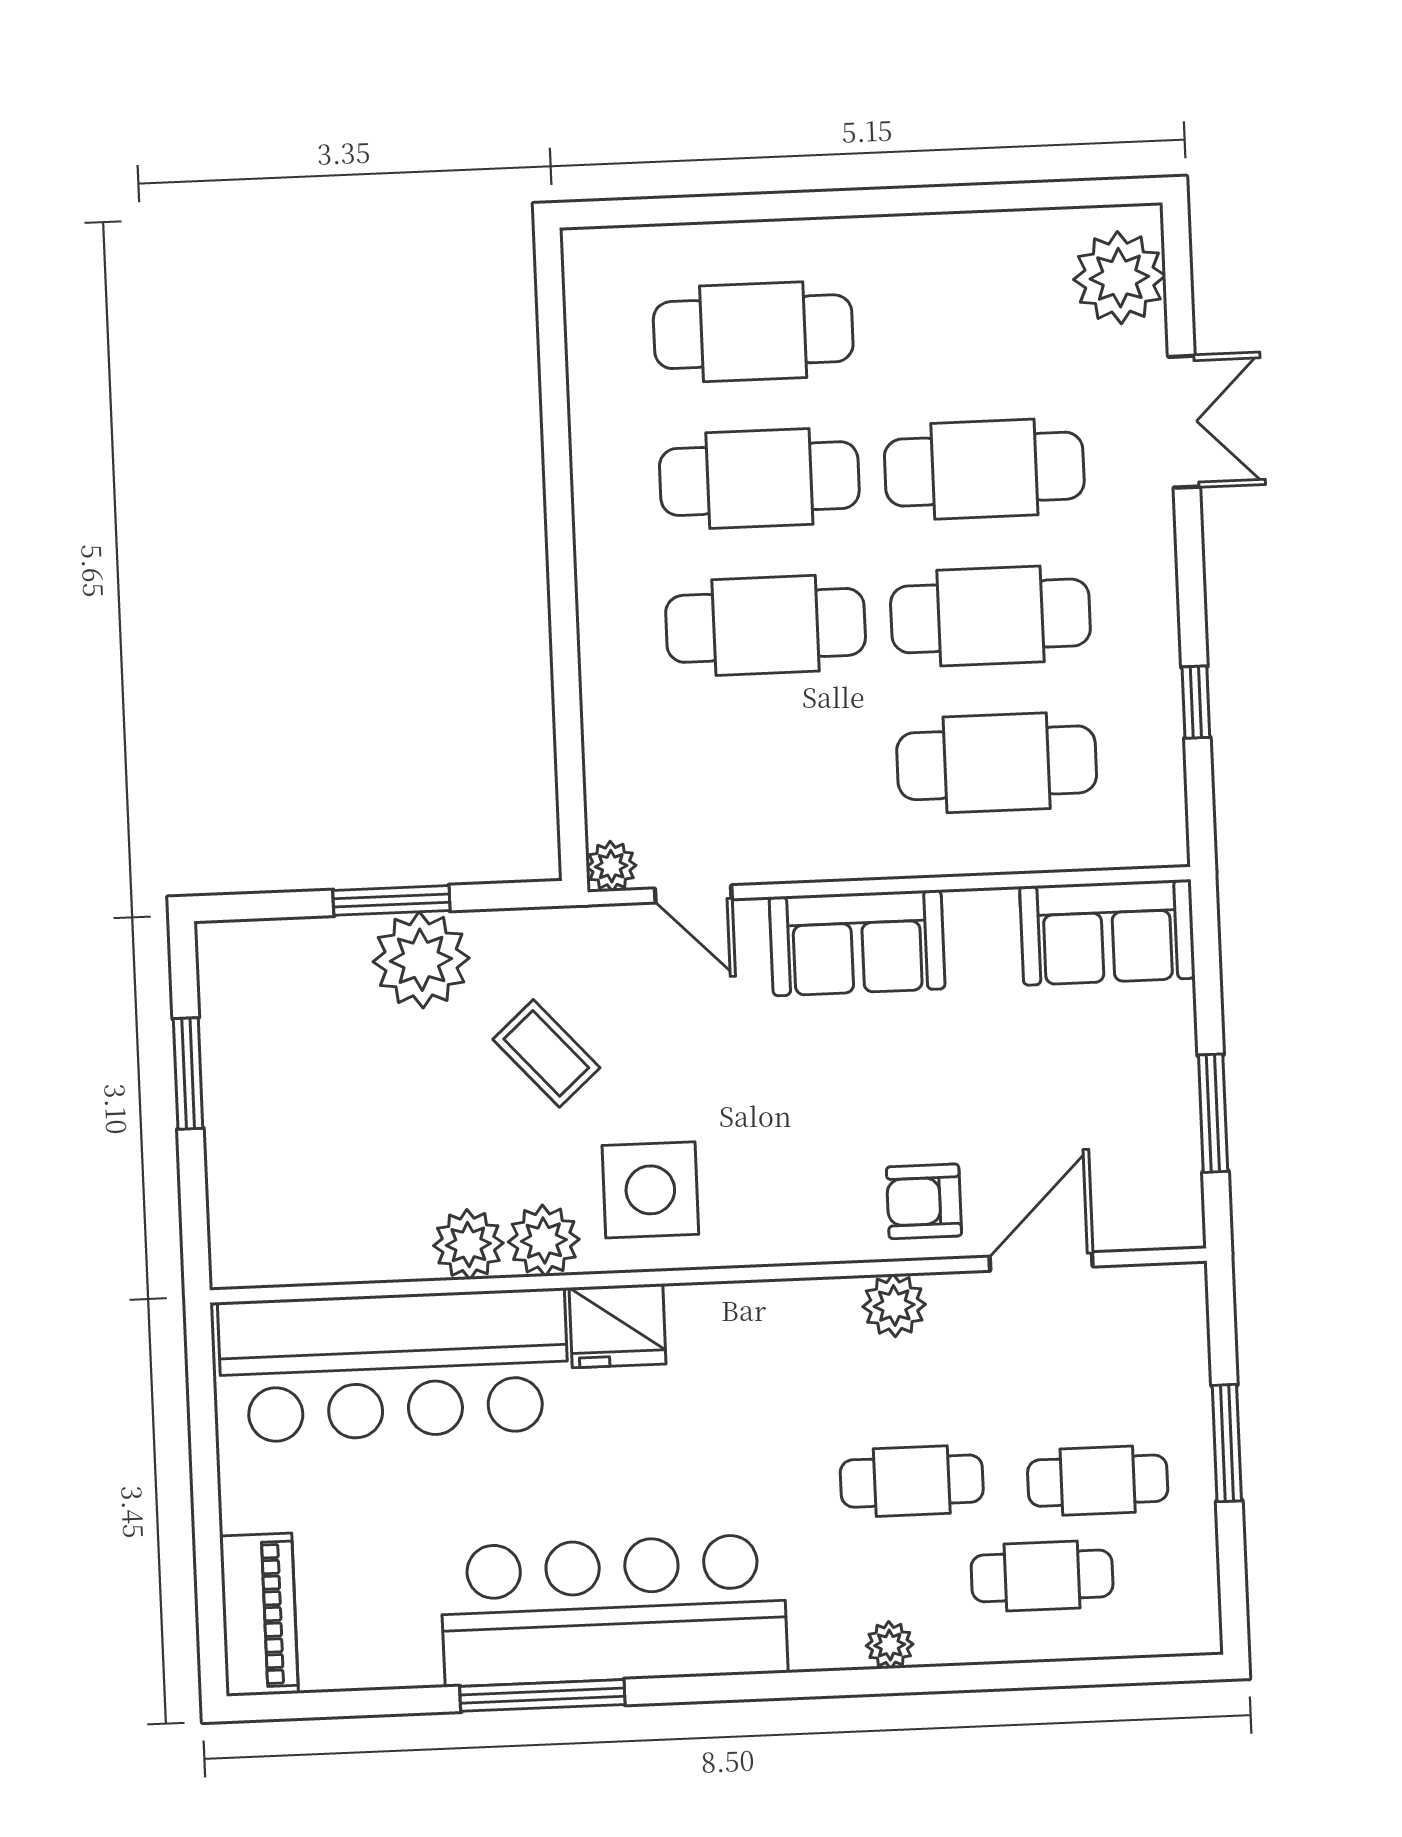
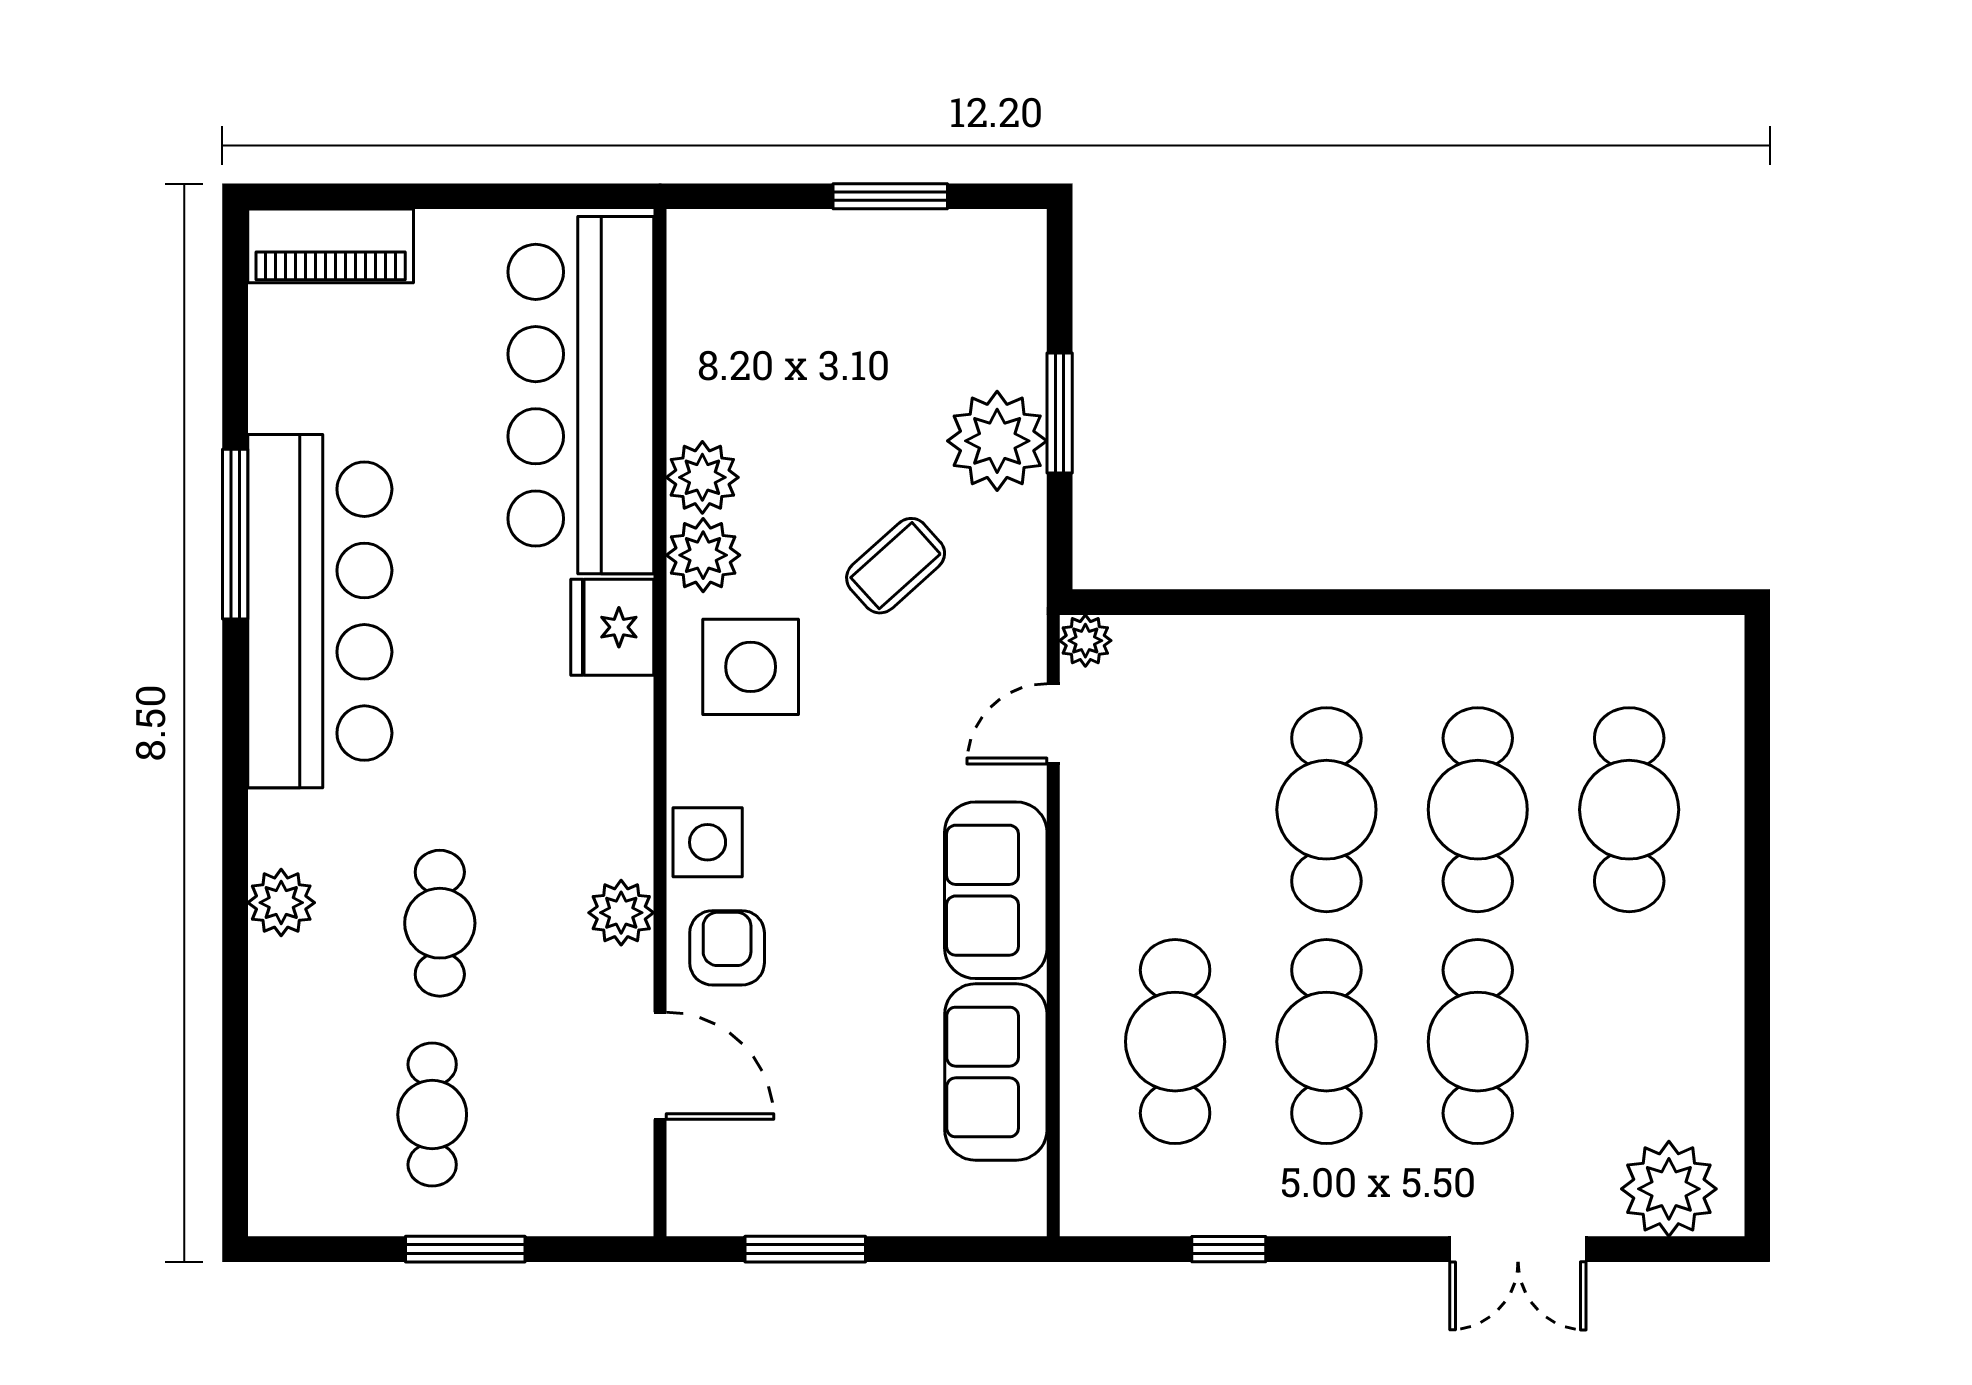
sofa: (1107, 932) -> (996, 1072), moved
side table: (822, 1225) -> (708, 842), added
cafe table: (1042, 1576) -> (337, 1053), removed
plant: (890, 1645) -> (281, 903), width x1.38, depth x1.38

